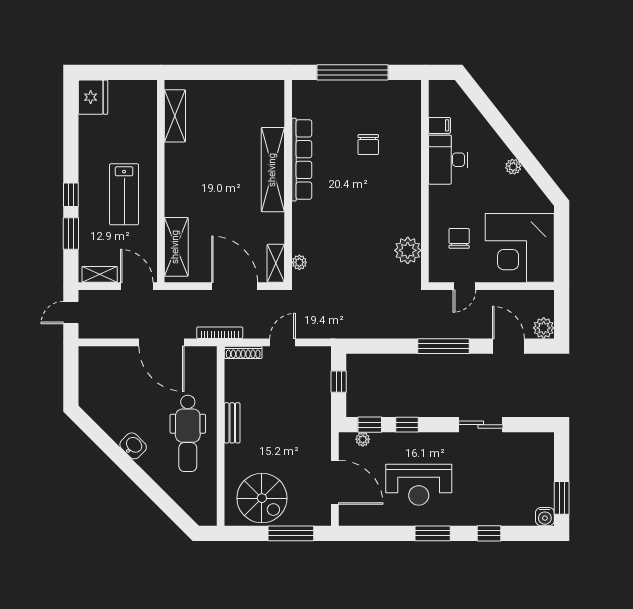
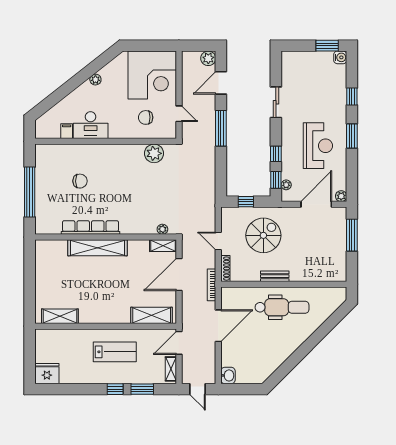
washbasin: (133, 446) -> (228, 375), moved, turned 135
spiral stairs: (262, 498) -> (263, 235), moved
plant: (347, 518) -> (341, 196), added

